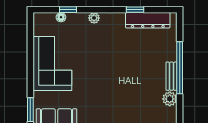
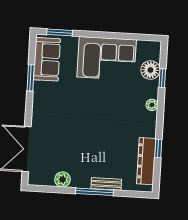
floor lamp: (61, 17) -> (150, 70), width x1.89, depth x1.89
window: (180, 68) -> (94, 192), width x0.68
bench: (171, 76) -> (106, 184), moved

